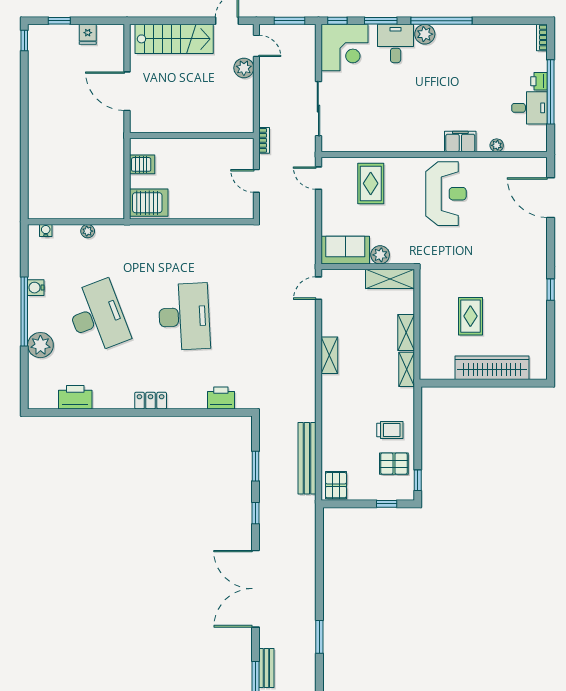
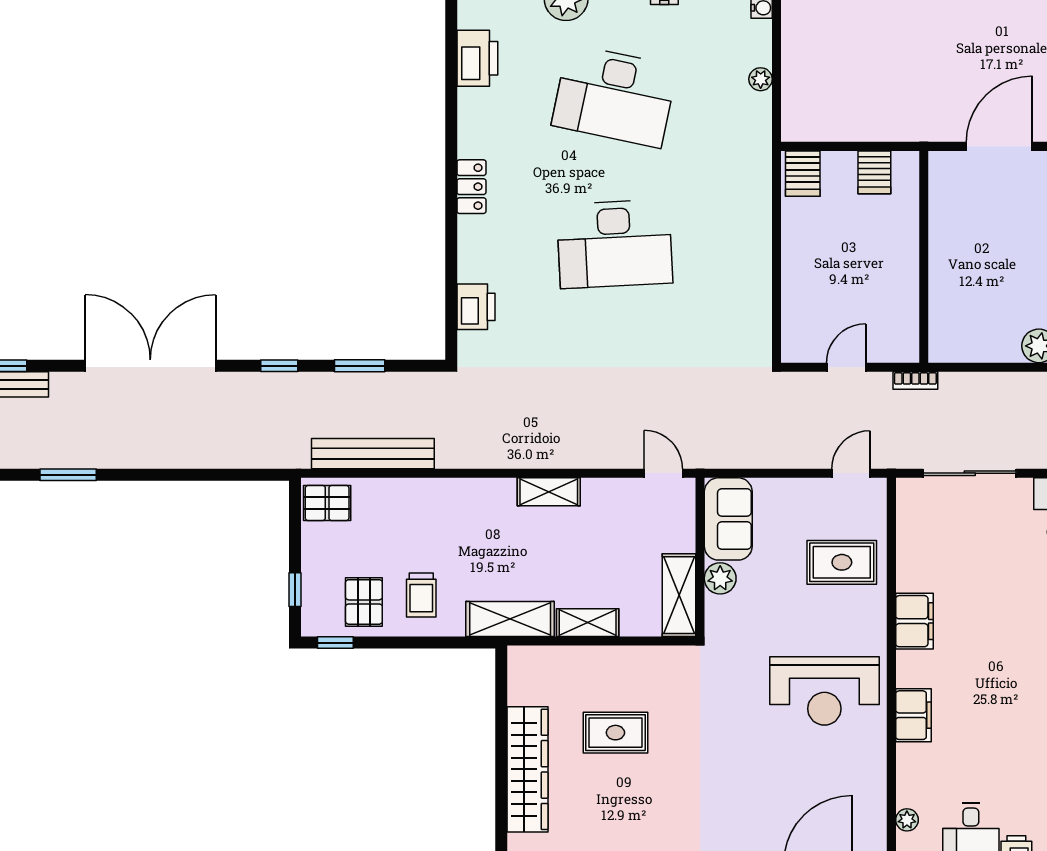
filing cabinet: (405, 141) -> (914, 621), added
plant: (497, 145) -> (907, 820), moved
server rack: (149, 203) -> (803, 174), width x0.73, depth x0.70
desk: (97, 317) -> (615, 96), turned 33
shelving: (407, 369) -> (510, 619), width x1.50, depth x1.33

